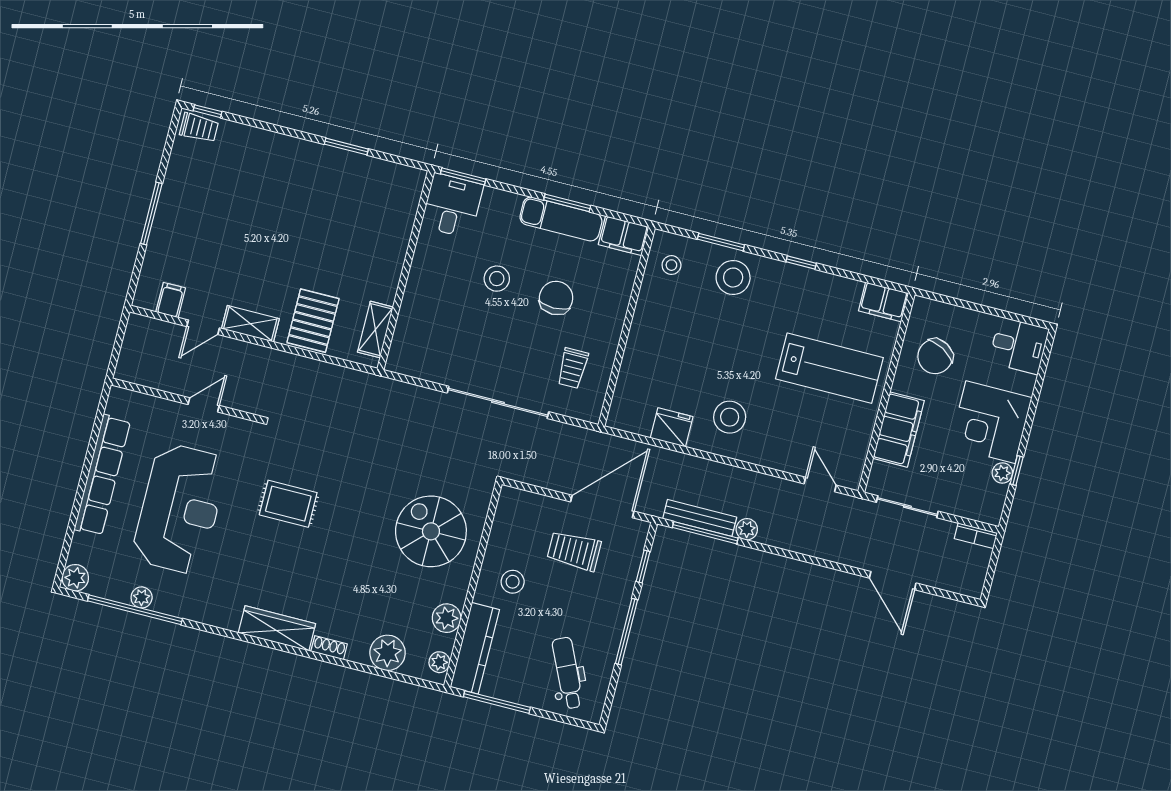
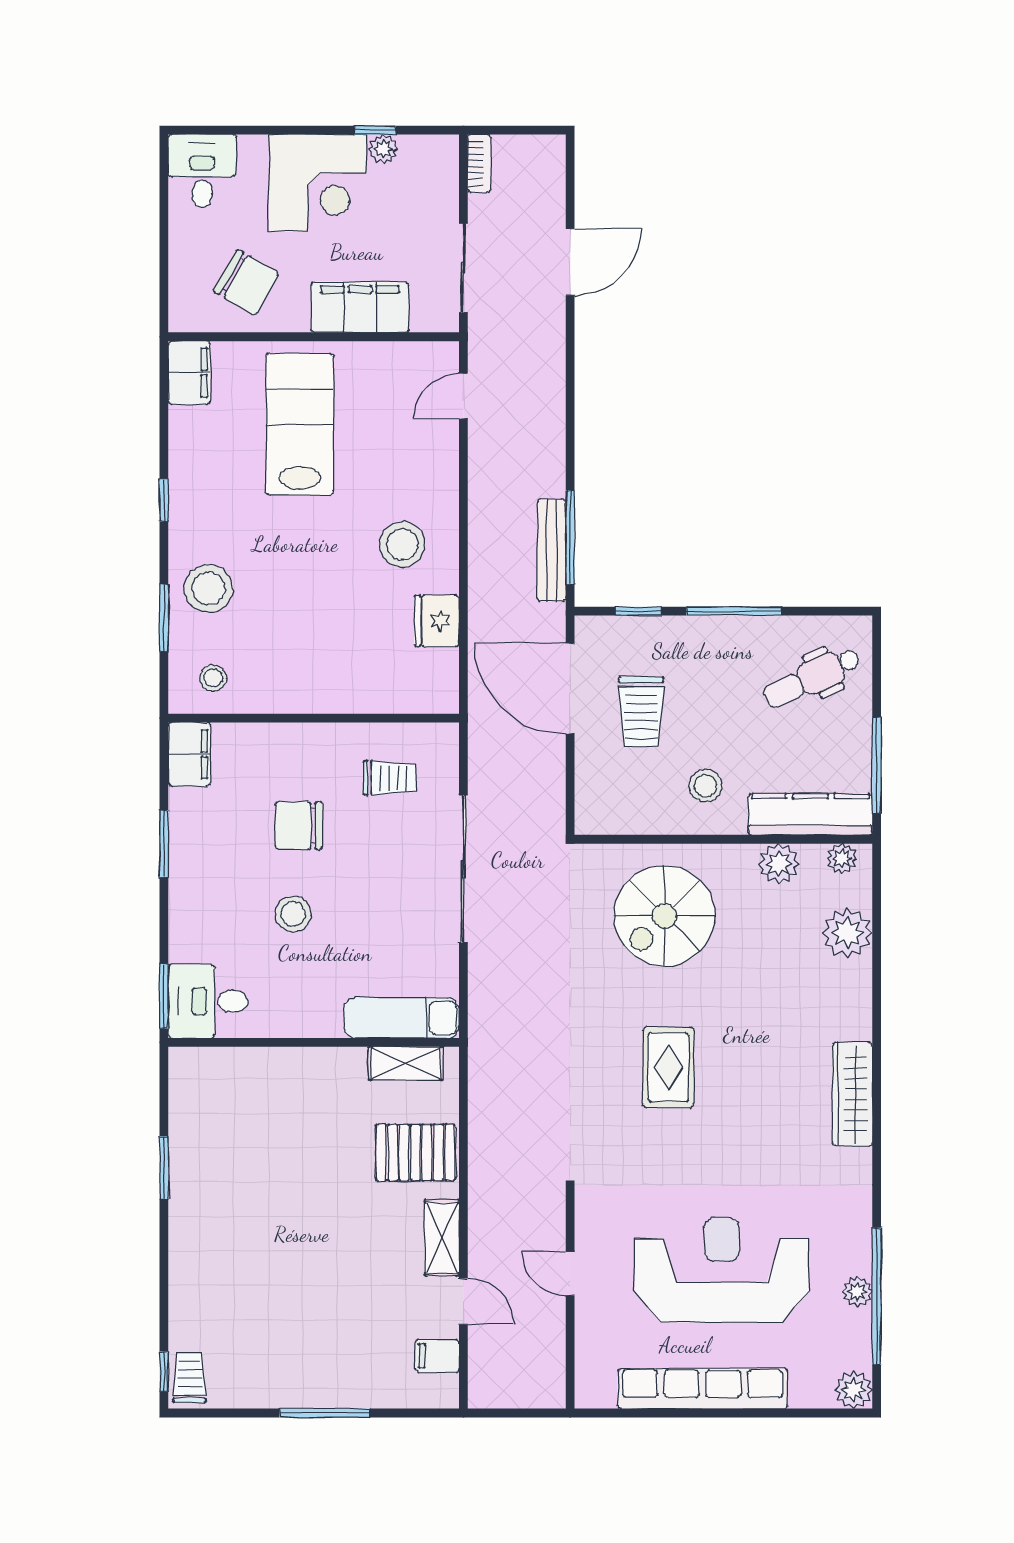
exam couch: (561, 219) -> (401, 1018), moved, turned -90
rug: (288, 504) -> (668, 1067), moved
plant: (747, 529) -> (551, 481), removed
shoe rack: (329, 648) -> (861, 1015), removed

